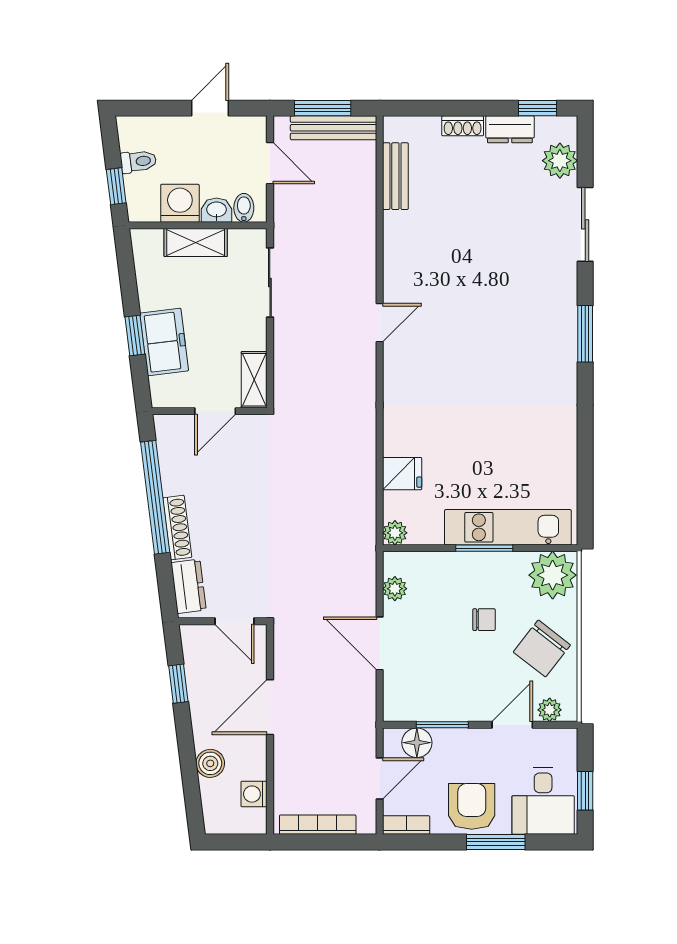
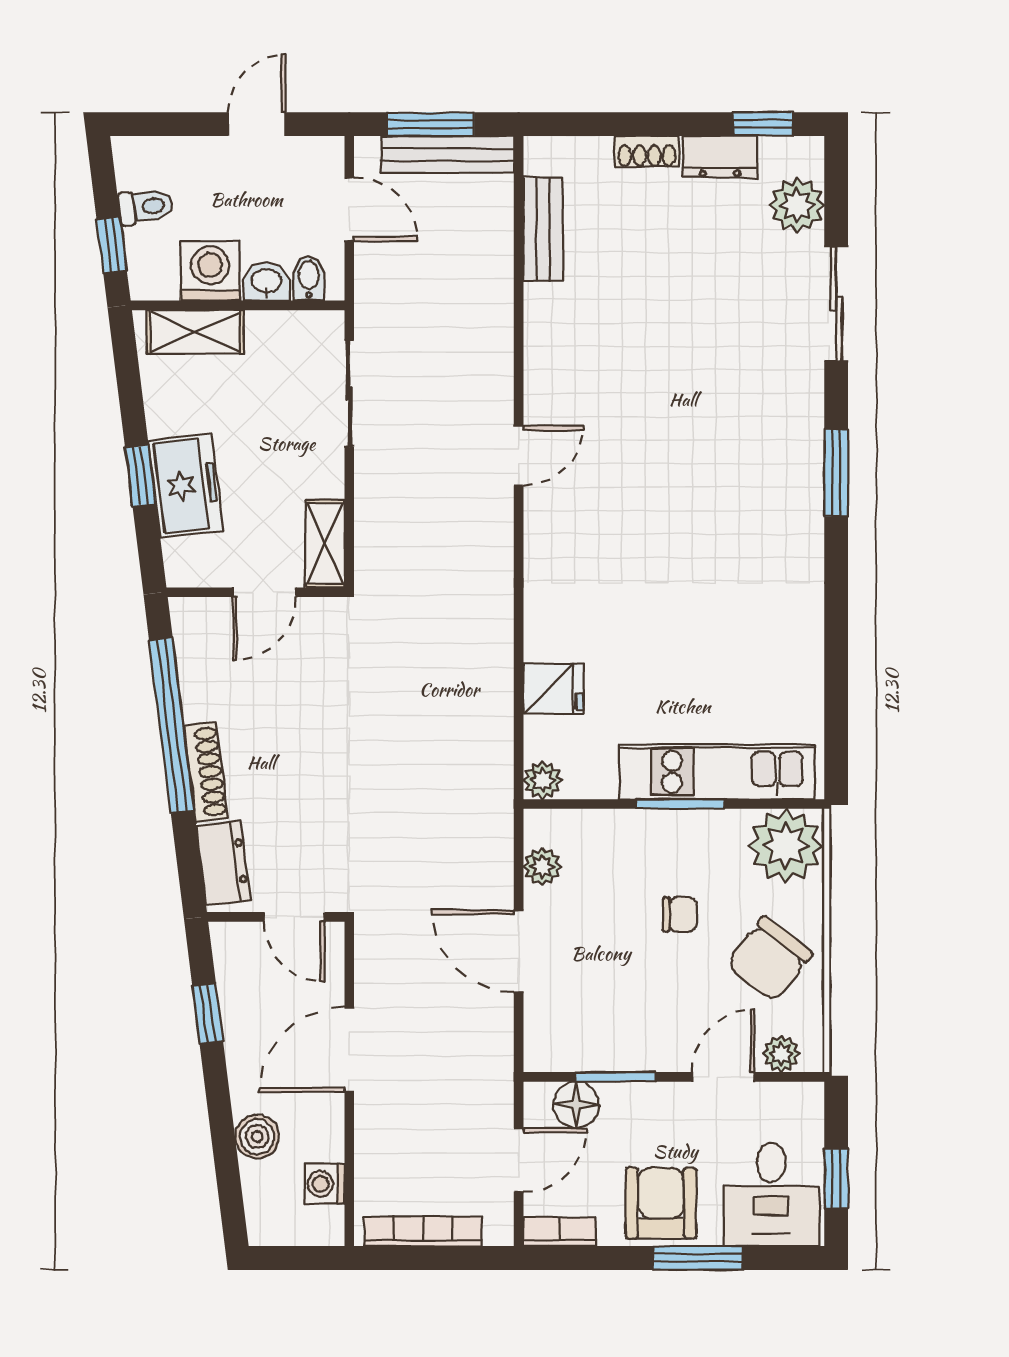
shelving: (196, 243) -> (195, 332), moved

